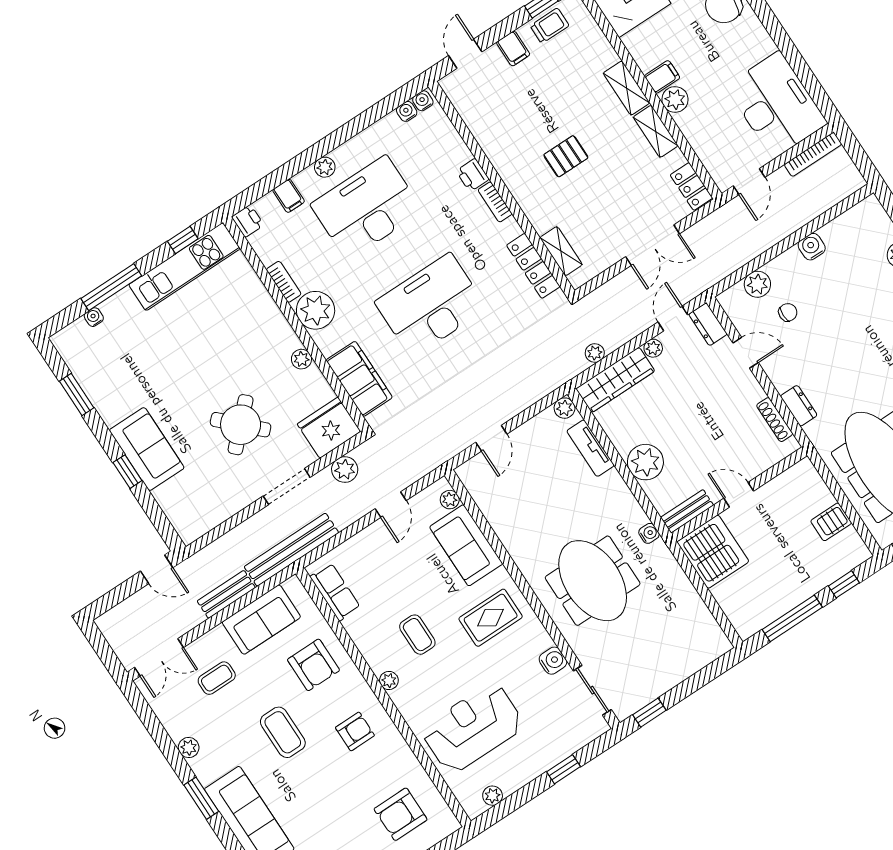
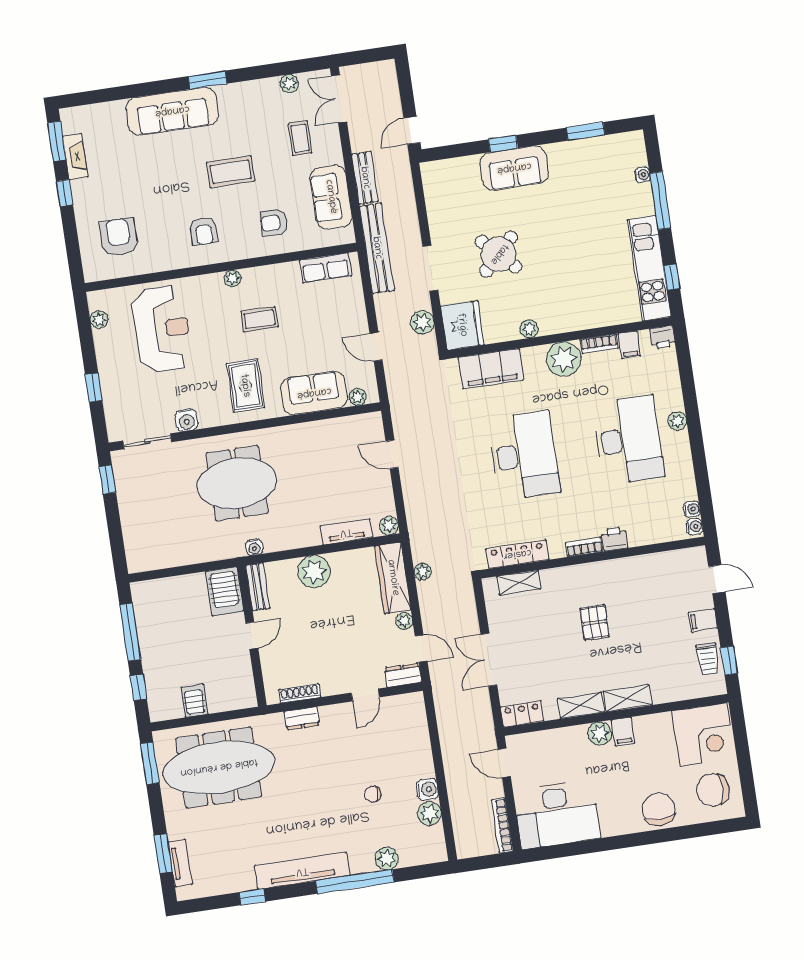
filing cabinet: (289, 196) -> (629, 345), moved, turned -90
plant: (757, 284) -> (429, 813), moved
chair: (788, 312) -> (373, 794), moved, turned 94
server rack: (713, 552) -> (225, 591), width x0.63
armchair: (313, 665) -> (274, 223), width x0.72, depth x0.72
plant: (189, 748) -> (289, 84), moved

